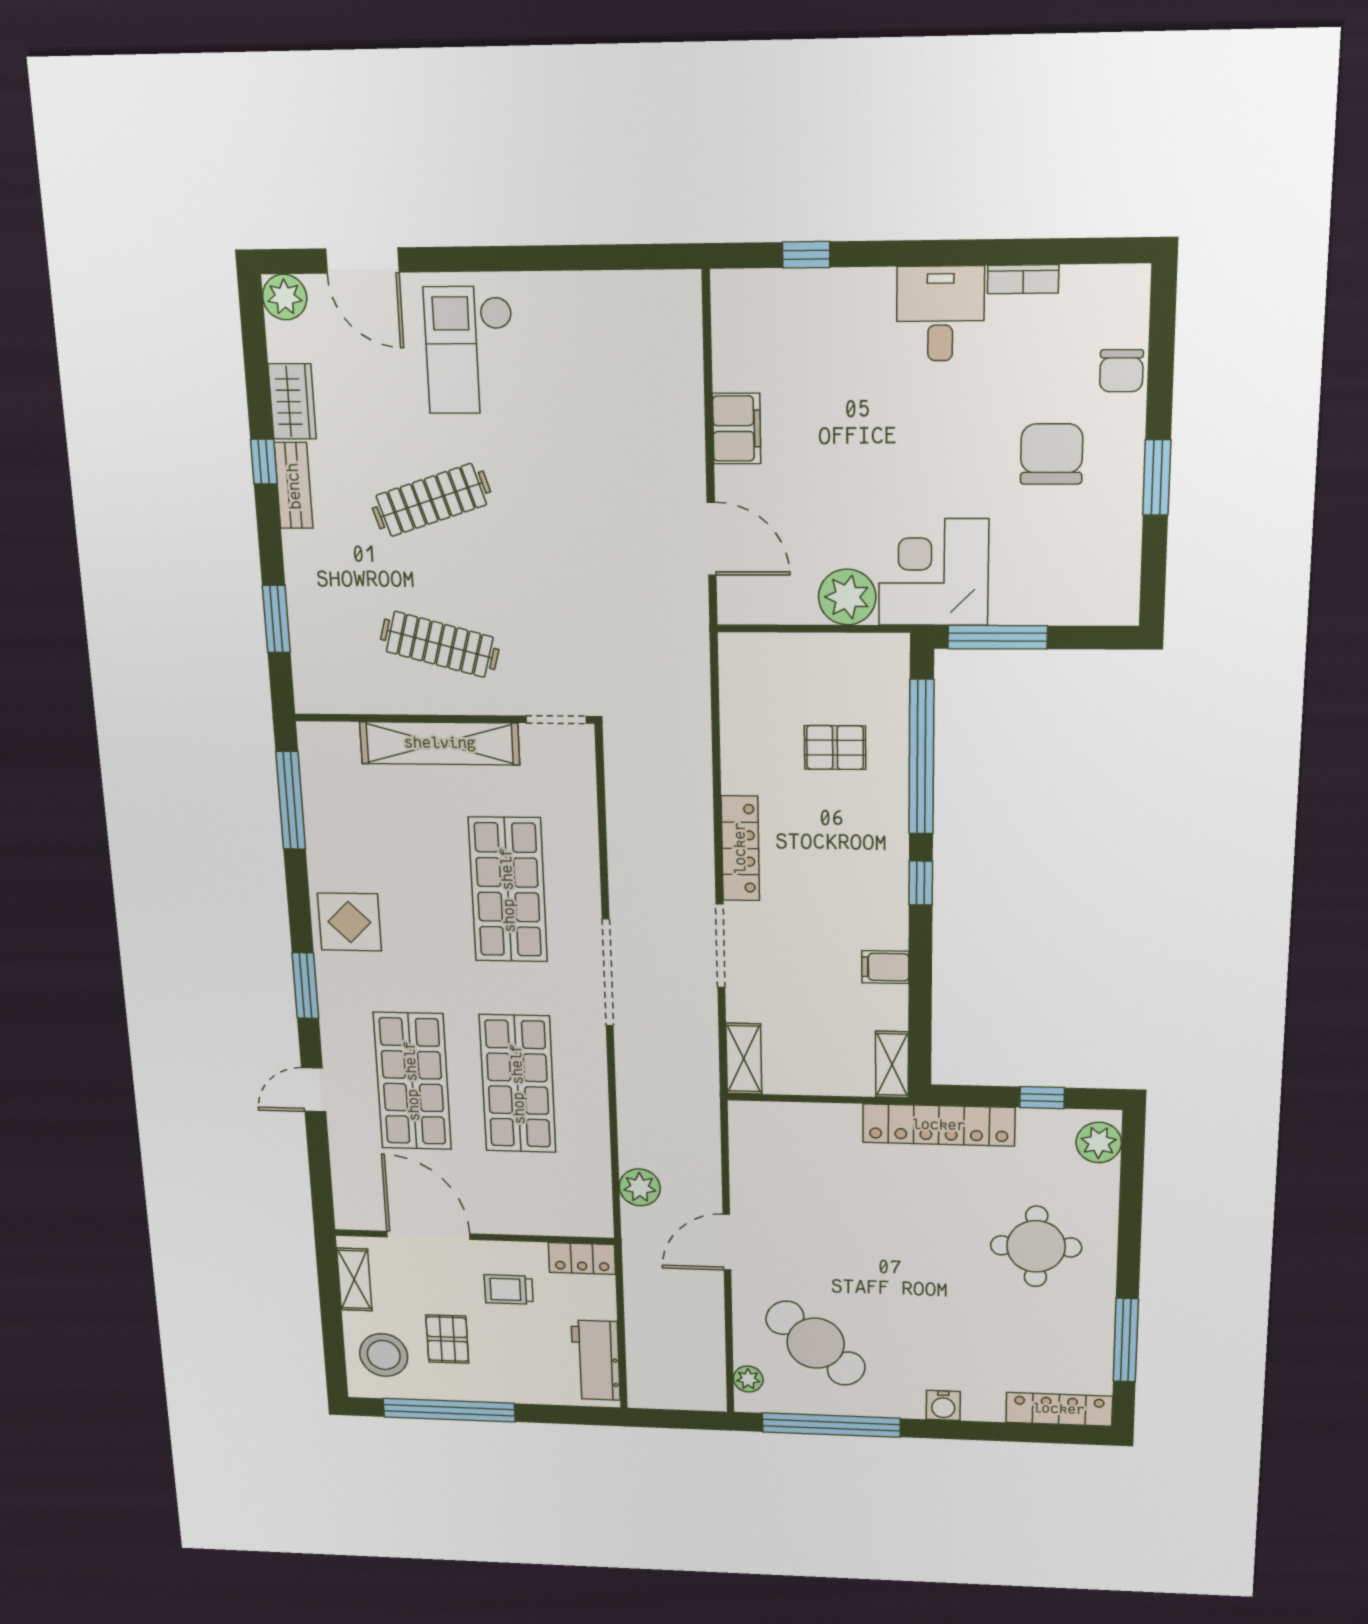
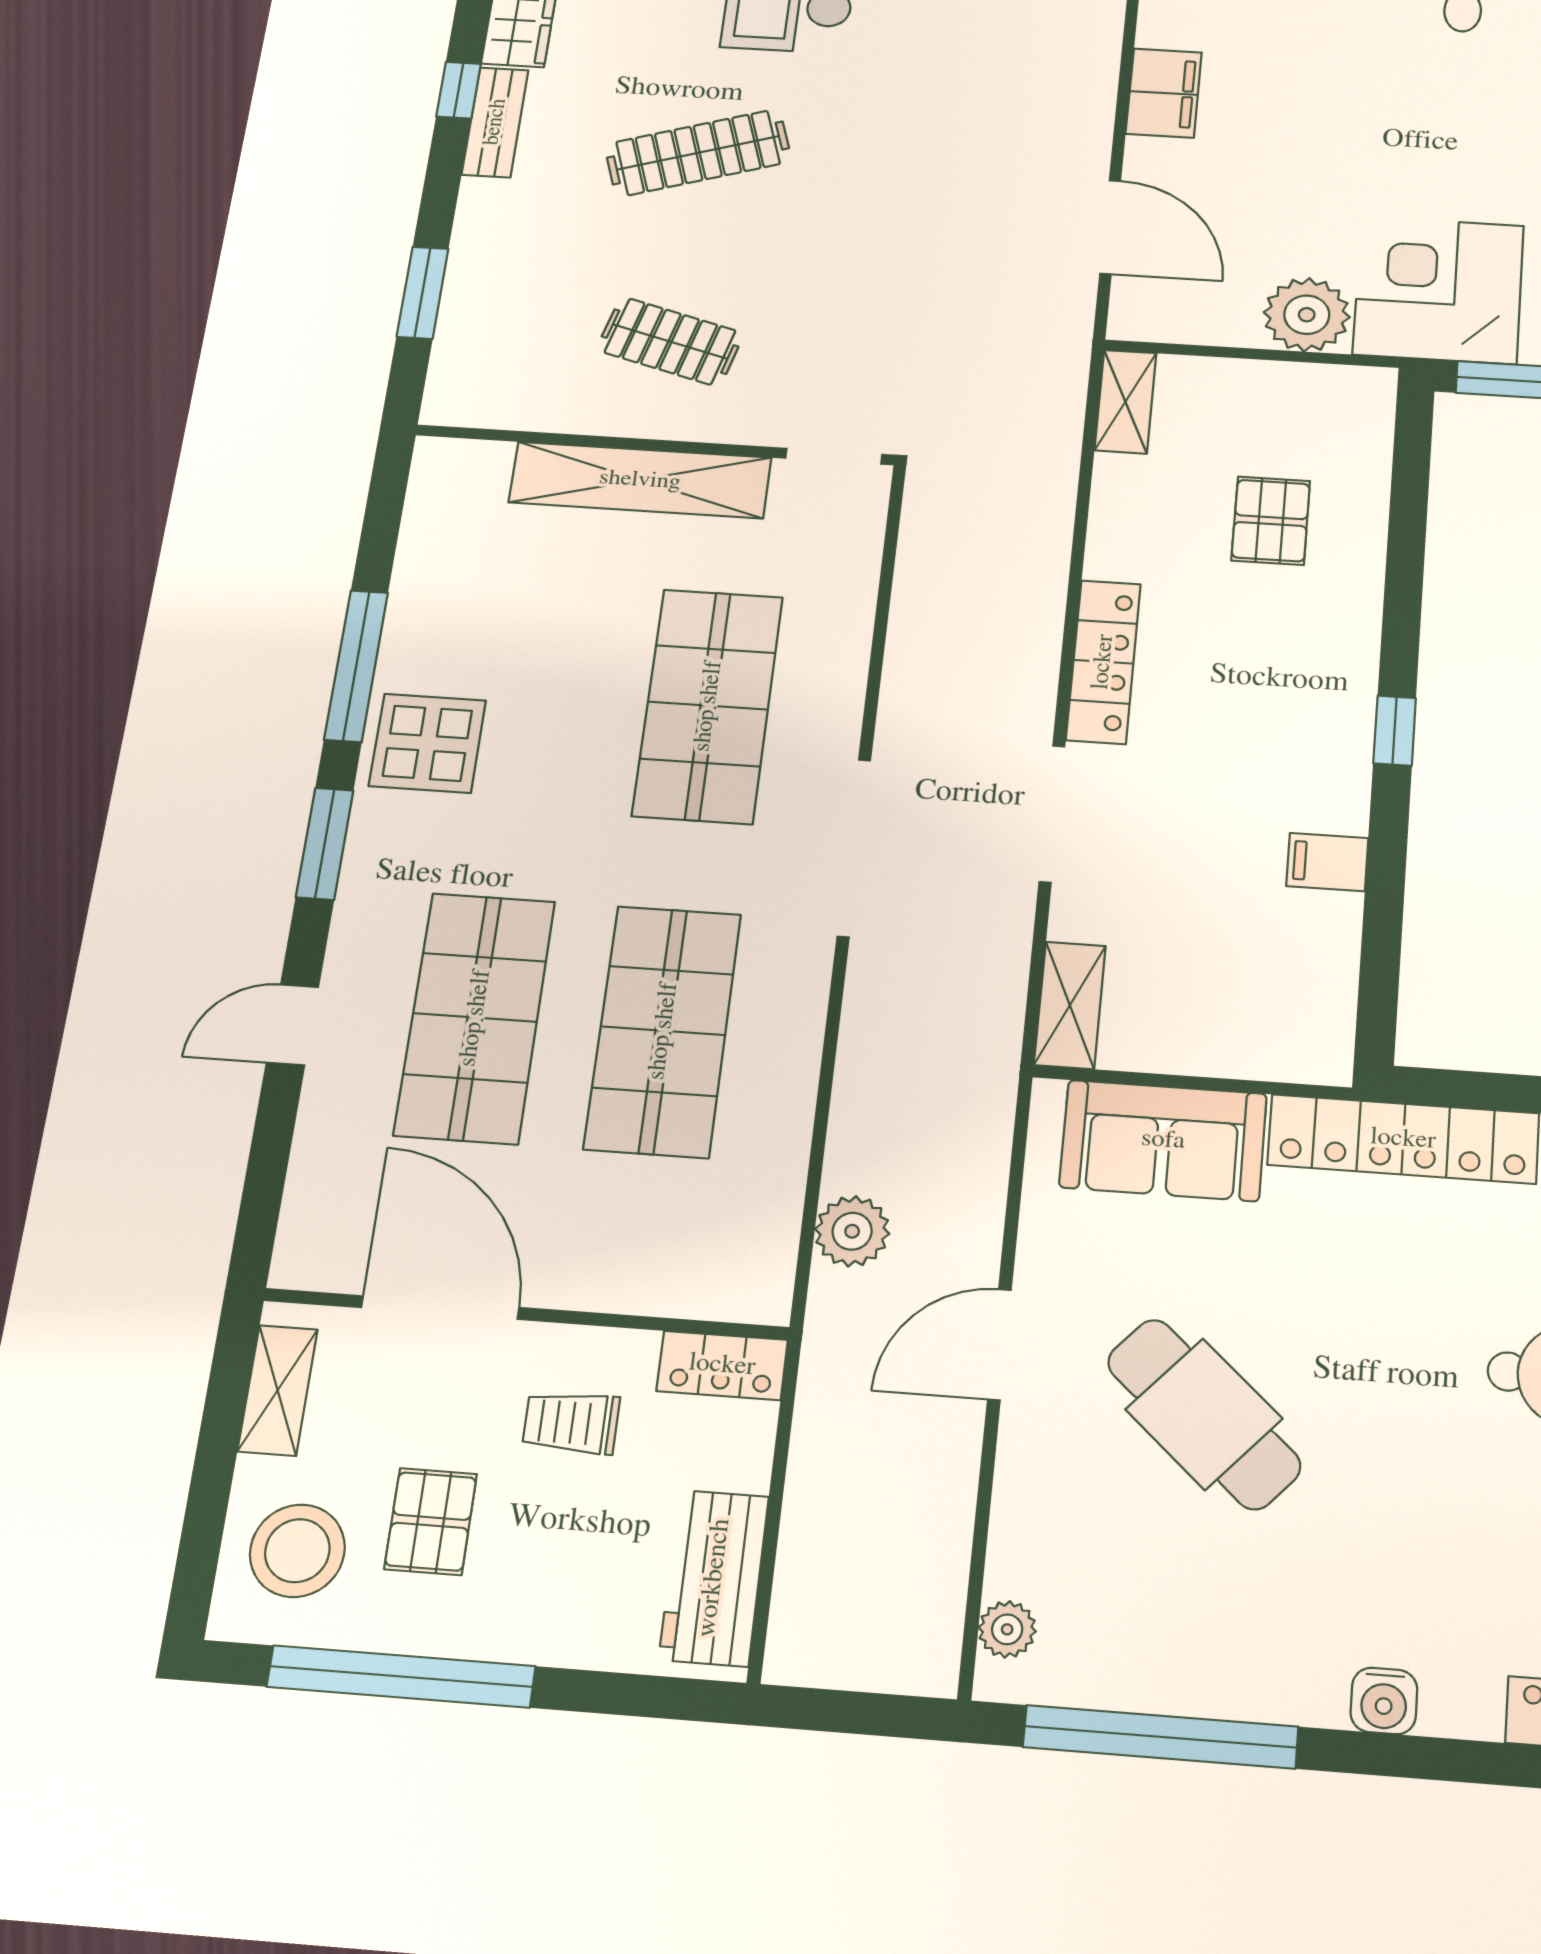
clothes rail: (440, 644) -> (670, 342), width x0.73
pallet: (835, 748) -> (1271, 521), turned 90
window: (921, 757) -> (1406, 542), removed
window: (291, 801) -> (356, 666), moved
shelving: (892, 1064) -> (1125, 402), moved
sofa: (804, 1132) -> (1163, 1140), added
cafe table: (816, 1343) -> (1204, 1414), moved

